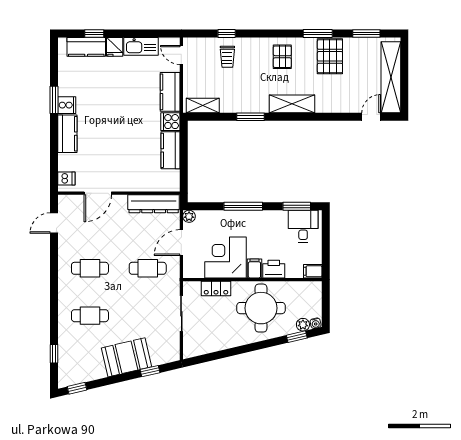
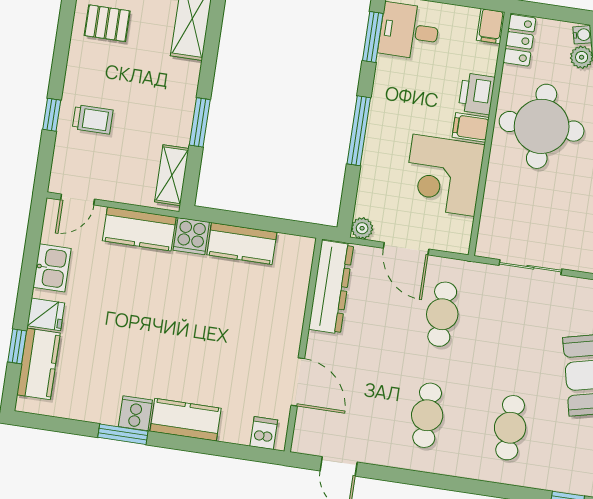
kitchen sink: (141, 46) -> (52, 268), width x0.73
window: (251, 117) -> (200, 122), moved
locker: (216, 289) -> (519, 40), moved

